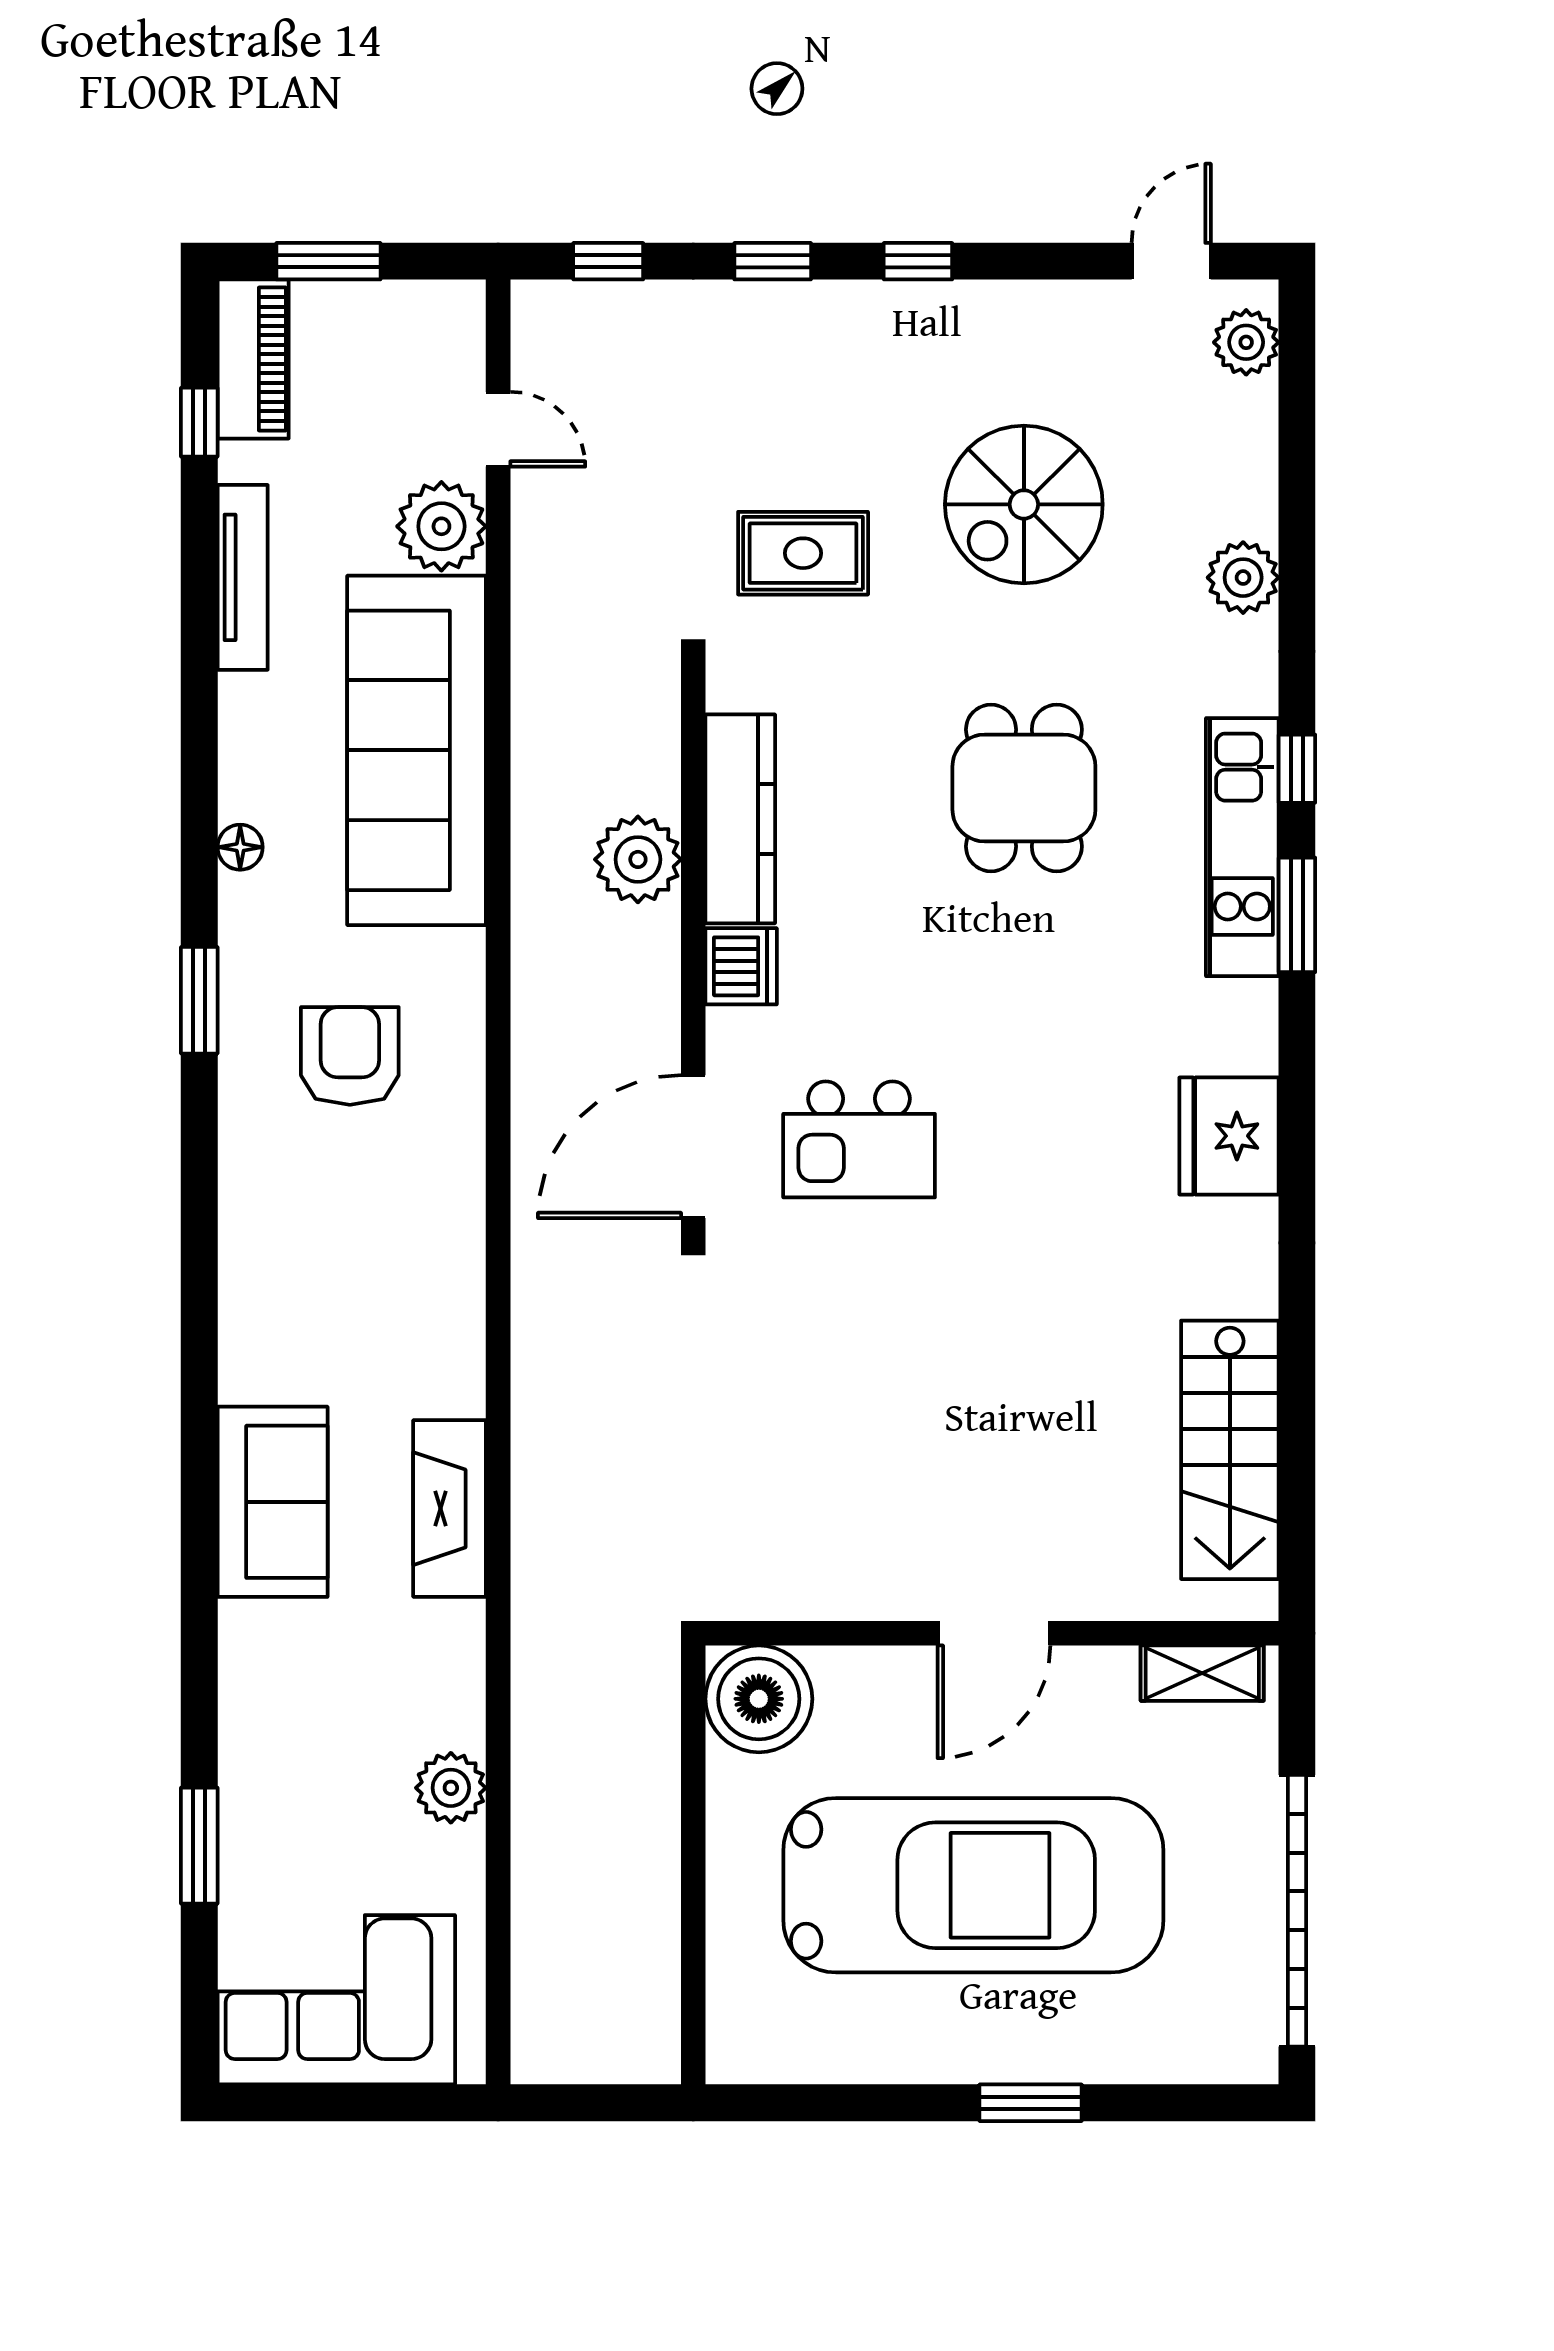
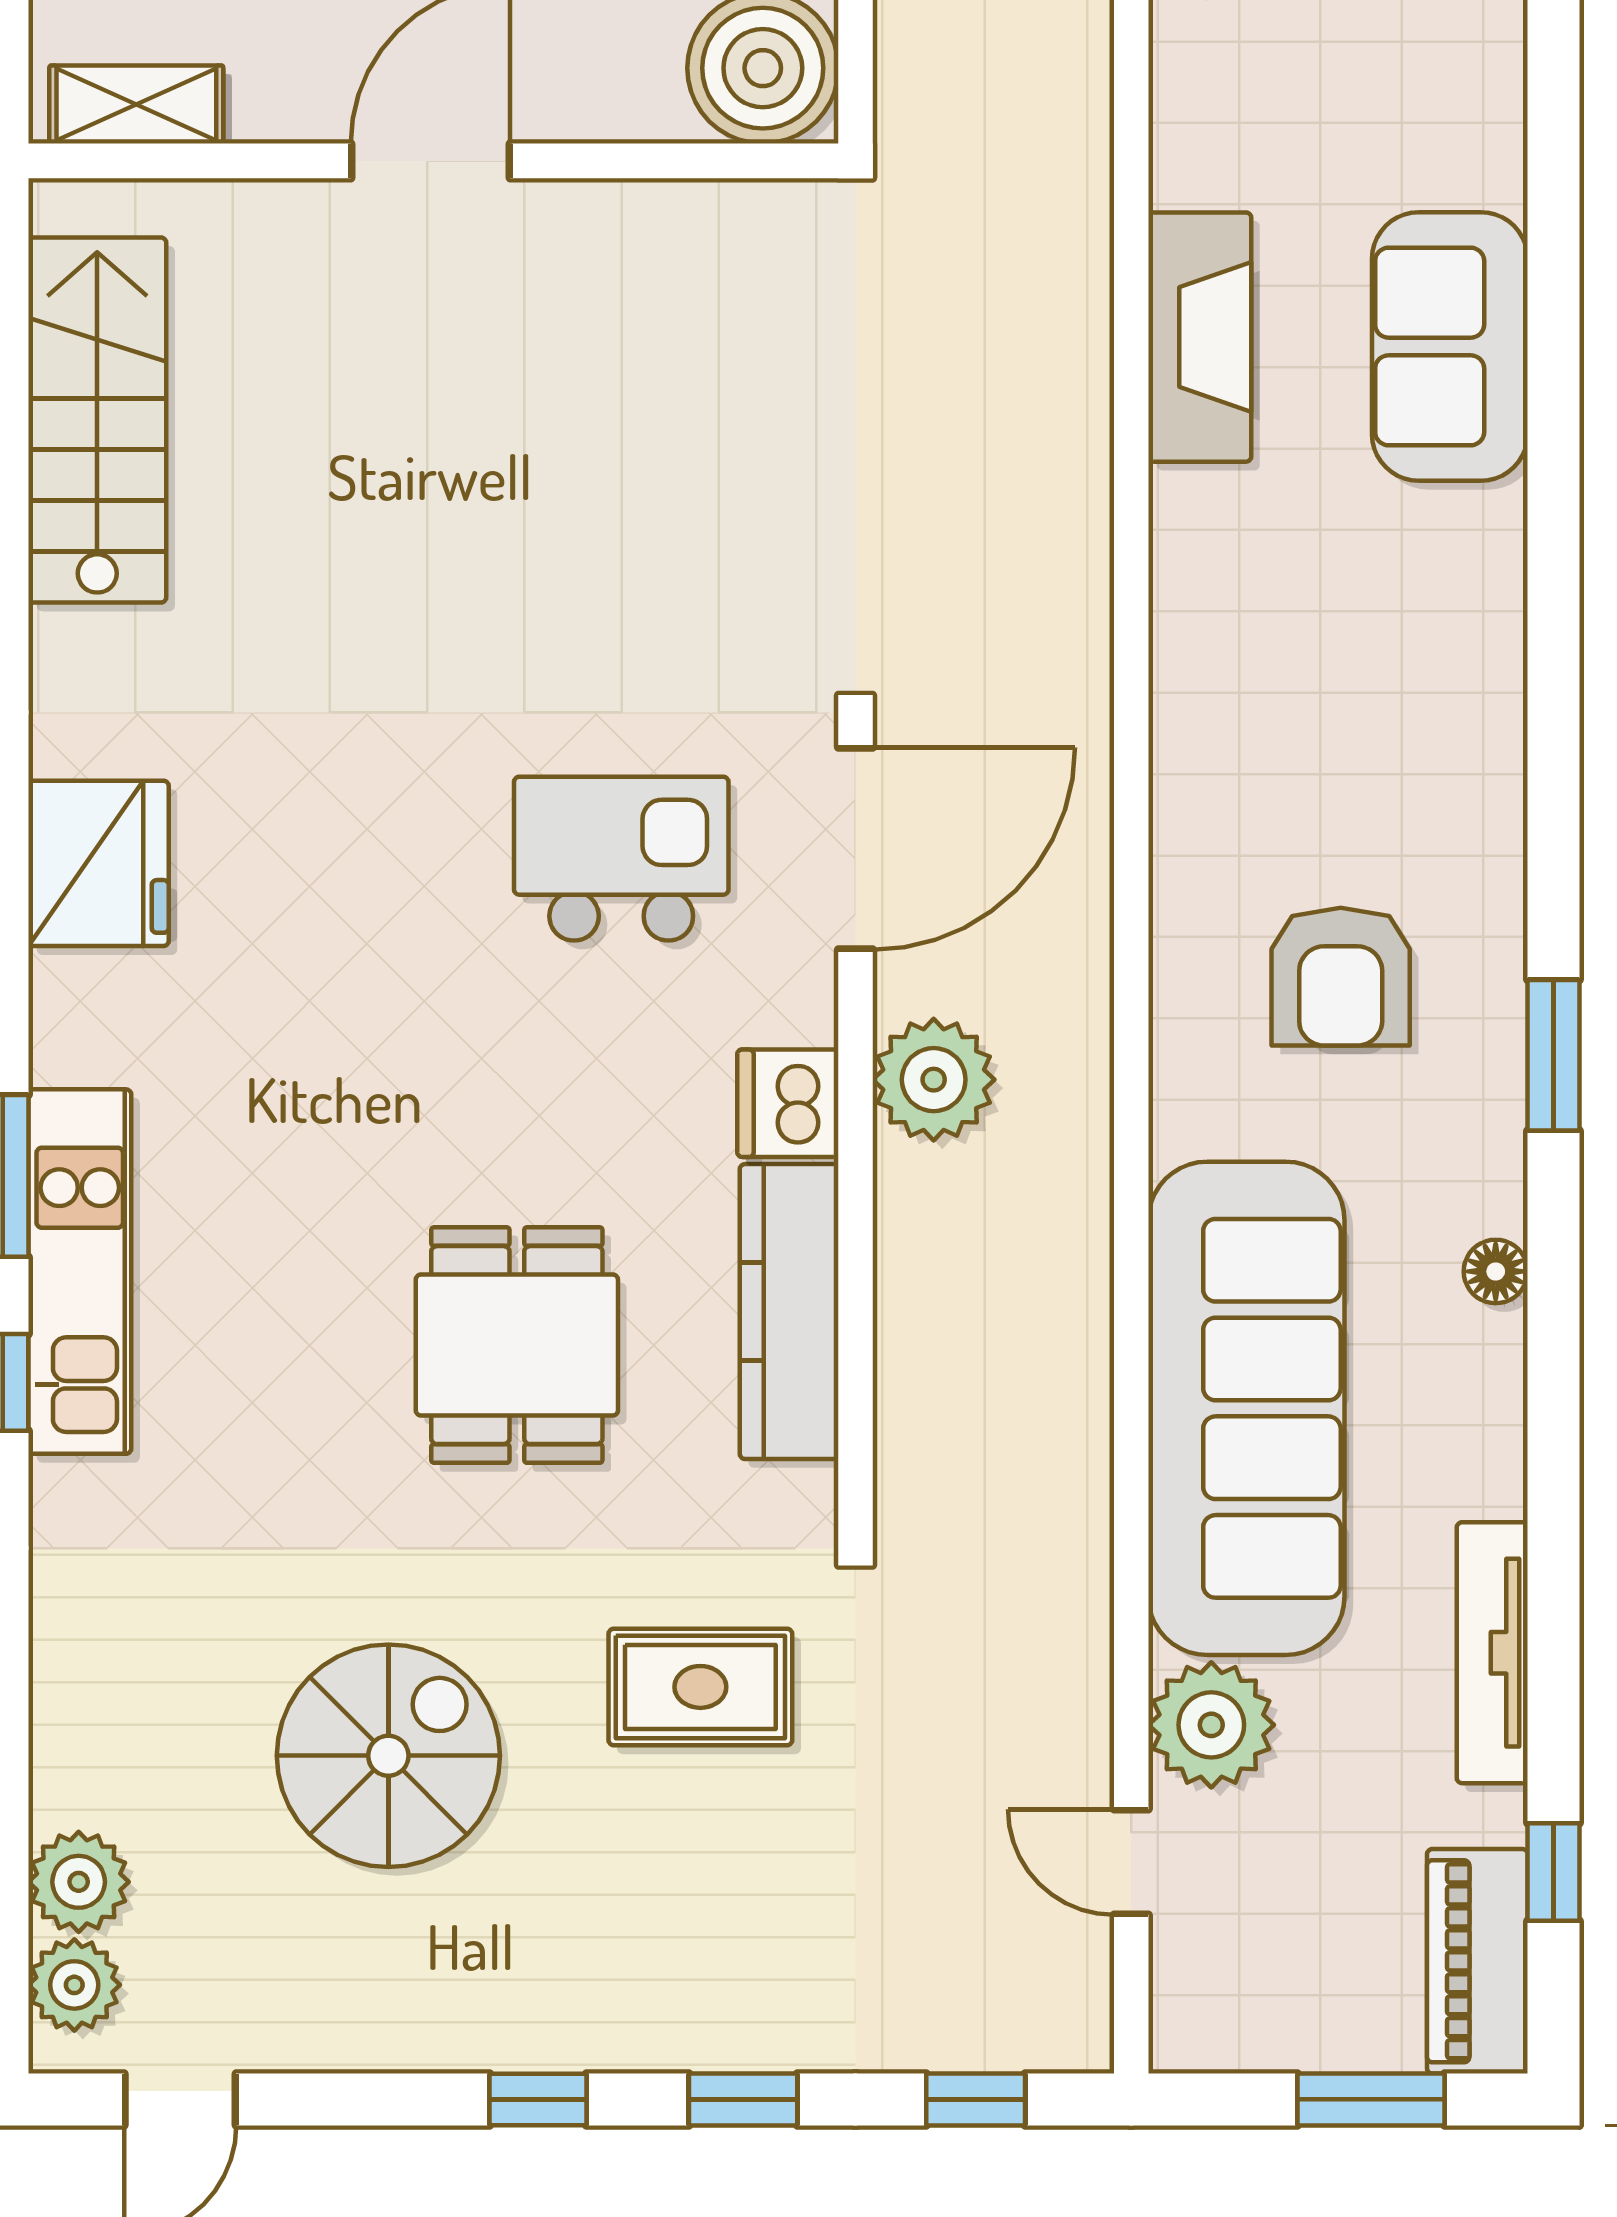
plant: (1243, 578) -> (79, 1882), moved
dining table: (1024, 788) -> (517, 1345), moved
plant: (638, 859) -> (934, 1080), moved

